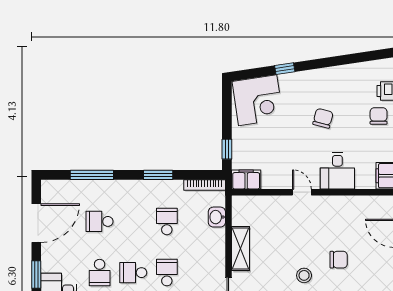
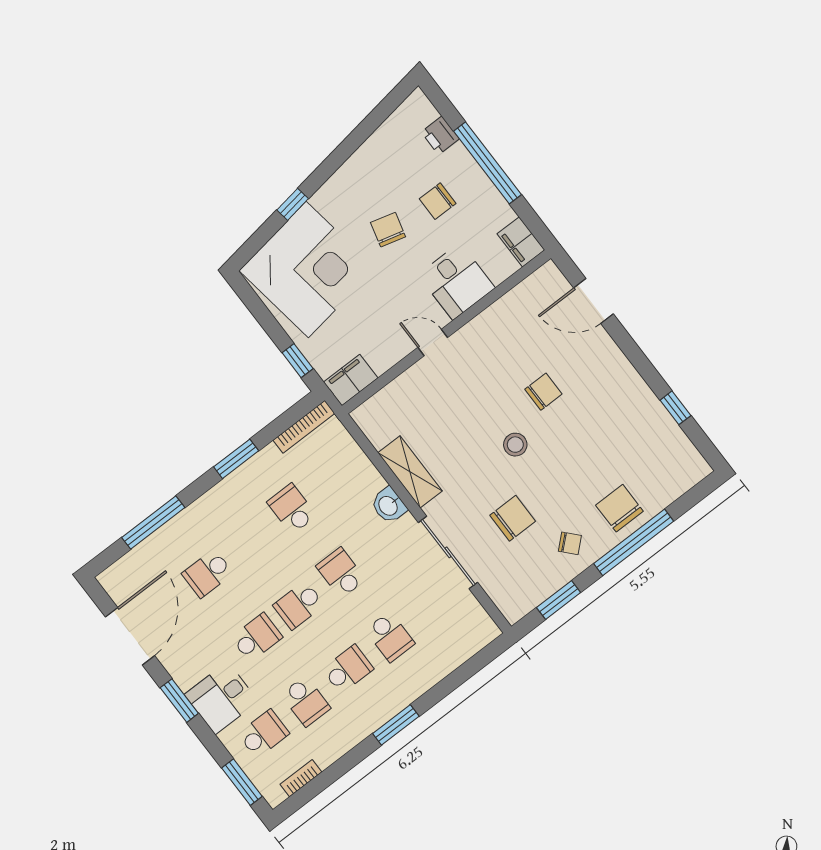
corner desk: (258, 100) -> (307, 269), width x1.36, depth x1.36
chair: (379, 116) -> (438, 201), moved, turned -90
washbasin: (217, 217) -> (389, 505), moved
school desk: (100, 273) -> (257, 637), turned -90

